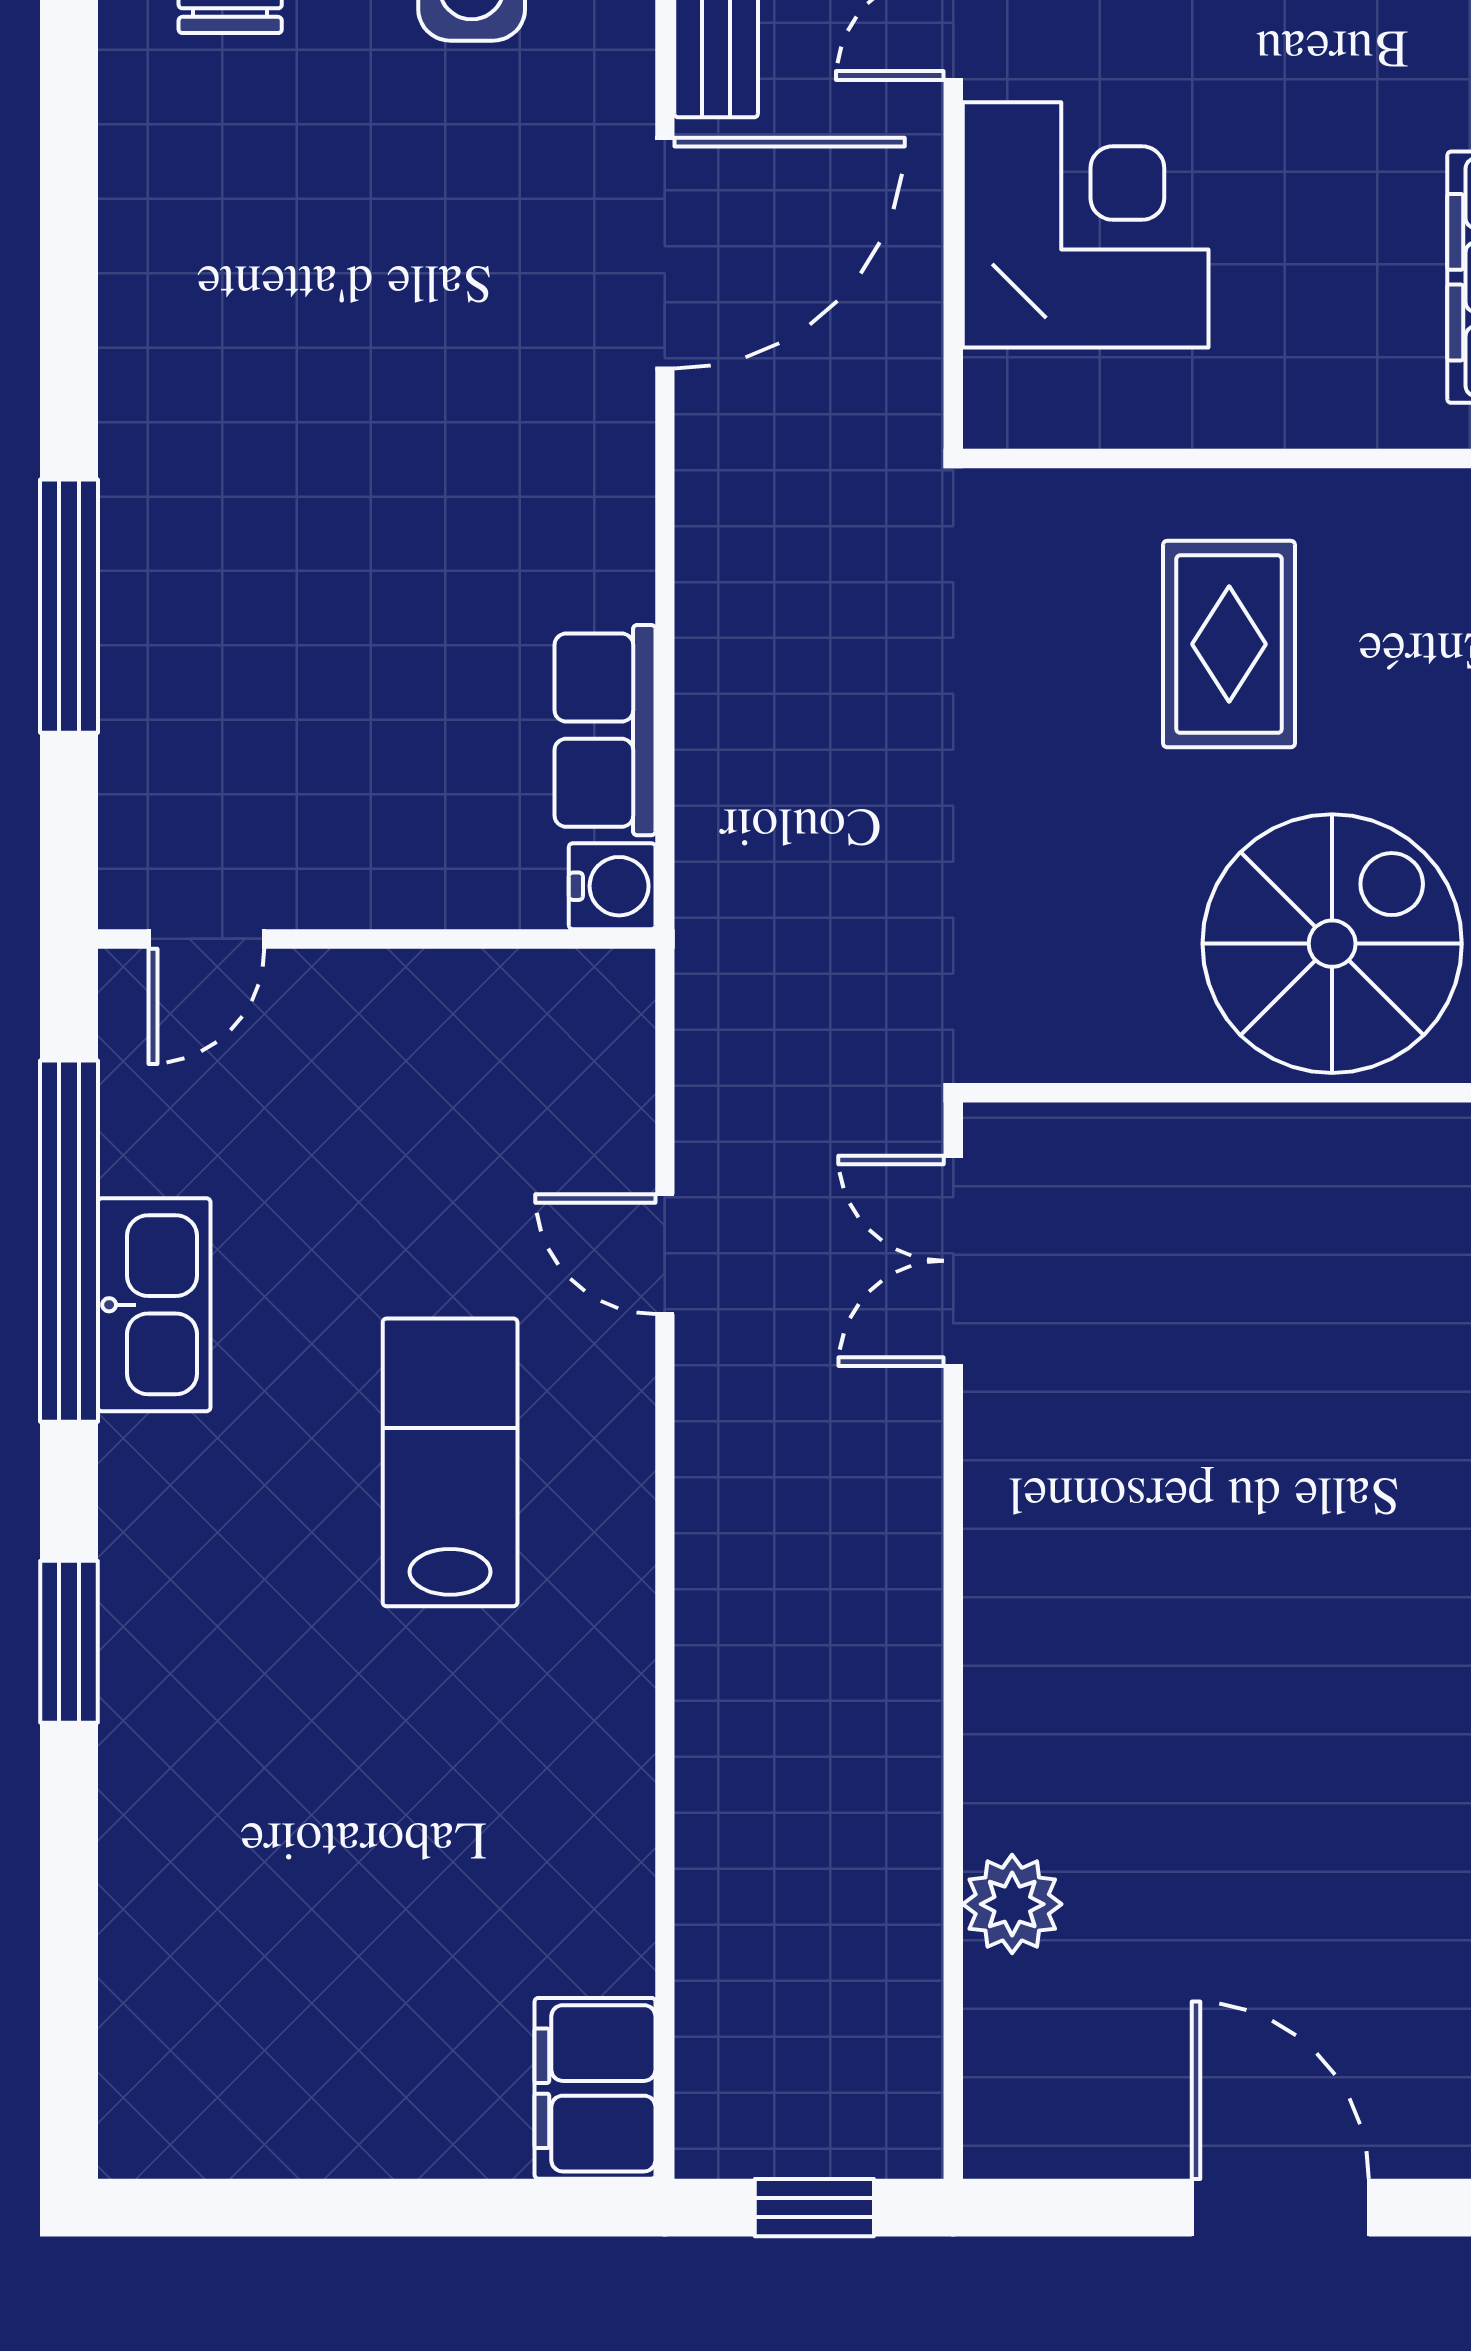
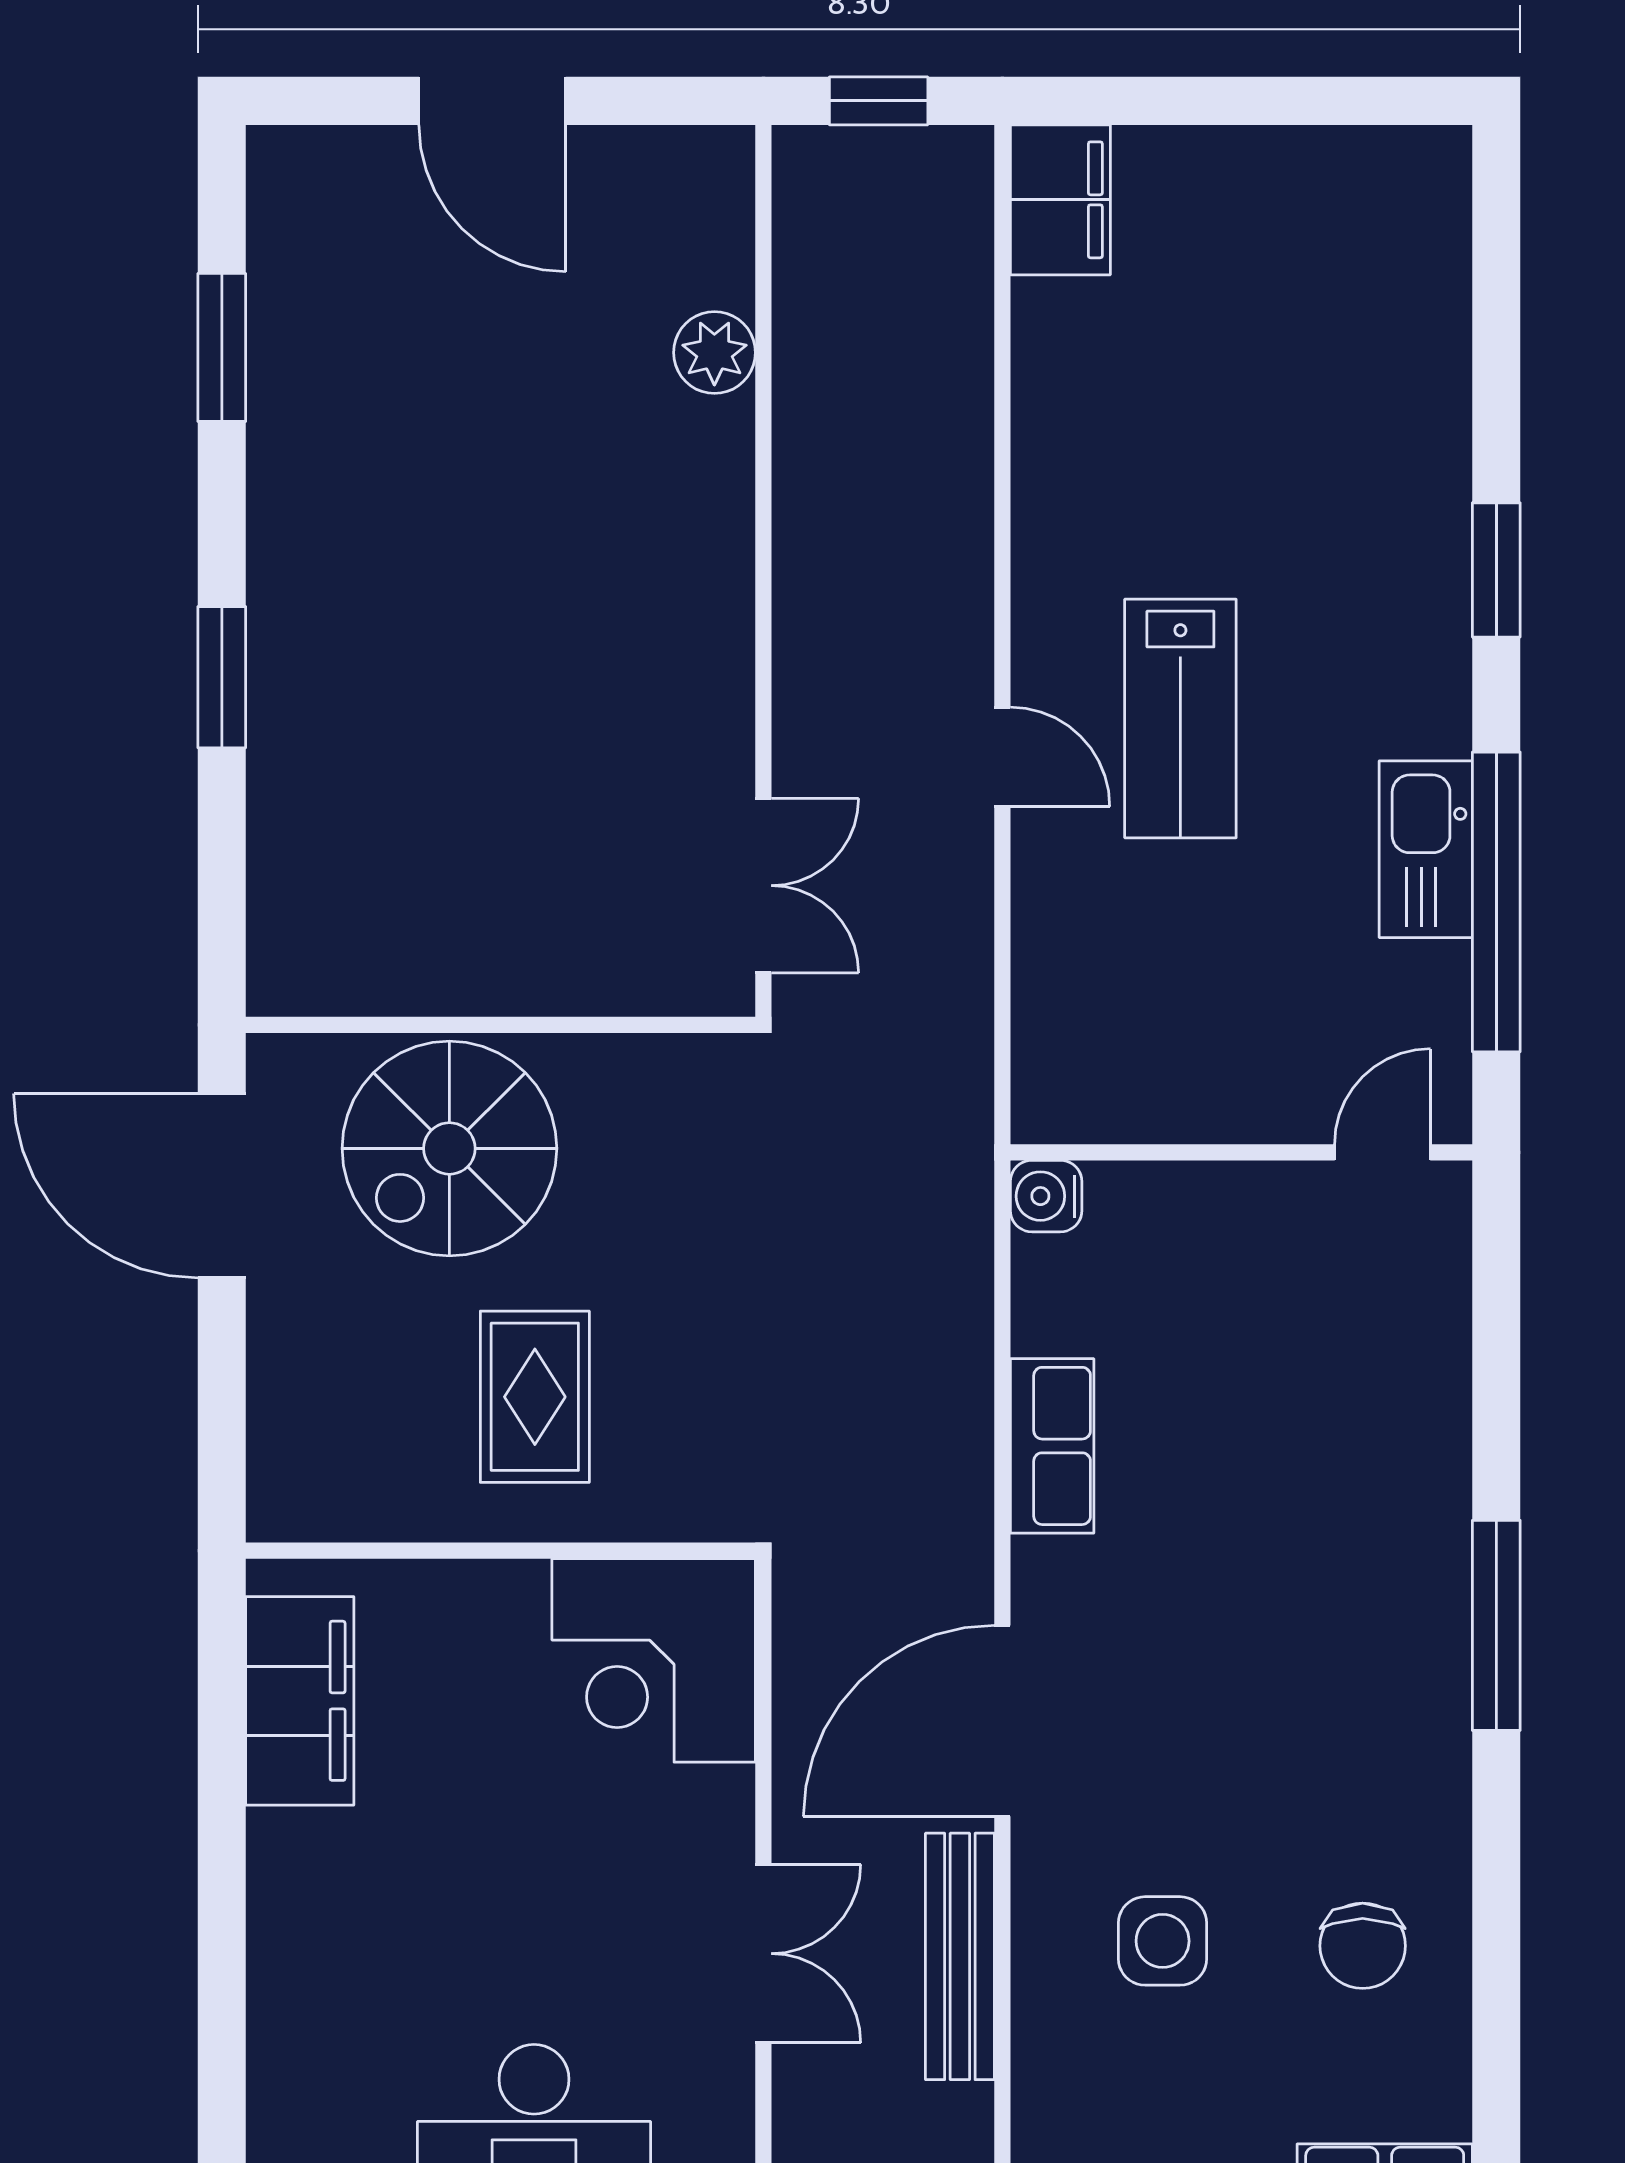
corner desk: (1086, 225) -> (654, 1660), moved
window: (69, 606) -> (1496, 1625), moved
row of seats: (605, 730) -> (1052, 1446), moved
door: (665, 1254) -> (1002, 757), moved

